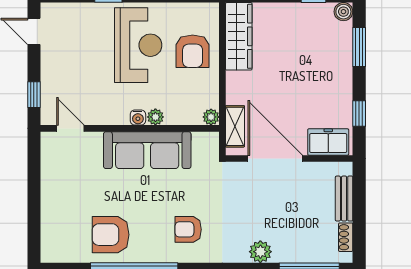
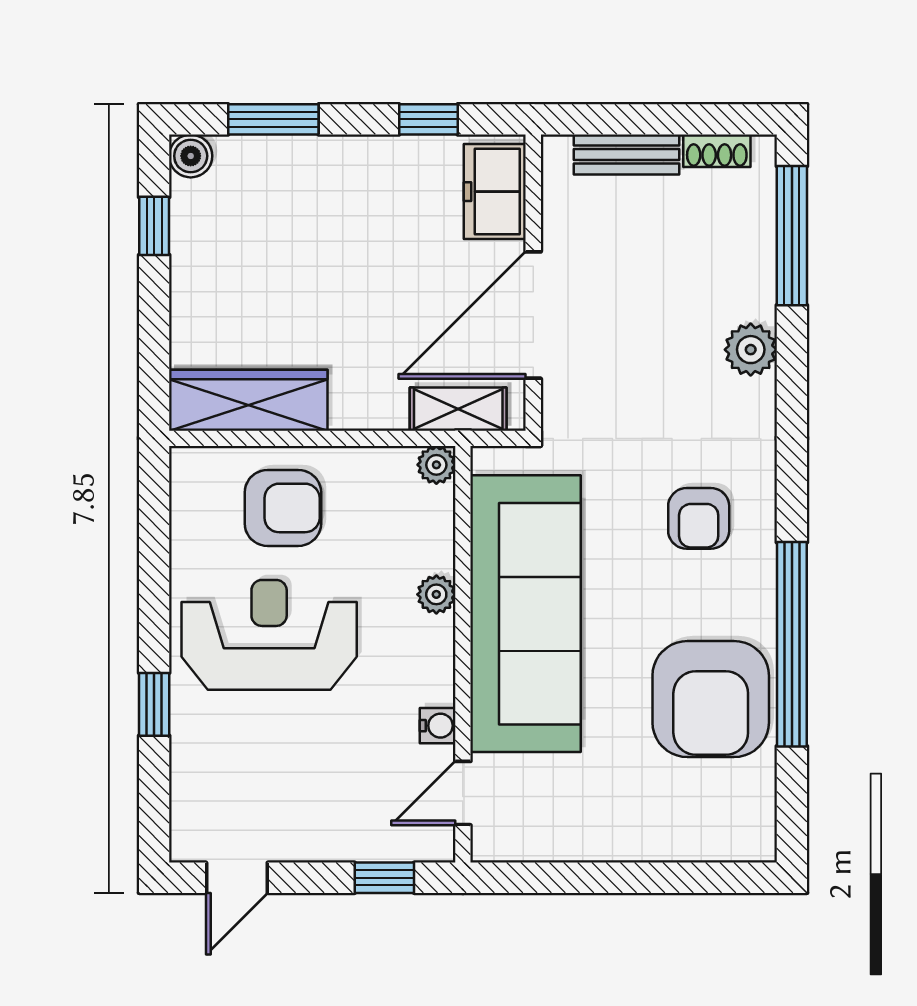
water cooler: (138, 117) -> (438, 726), moved
sofa: (147, 150) -> (525, 614), width x1.36, depth x1.27
armchair: (111, 235) -> (711, 699), width x1.36, depth x1.36

